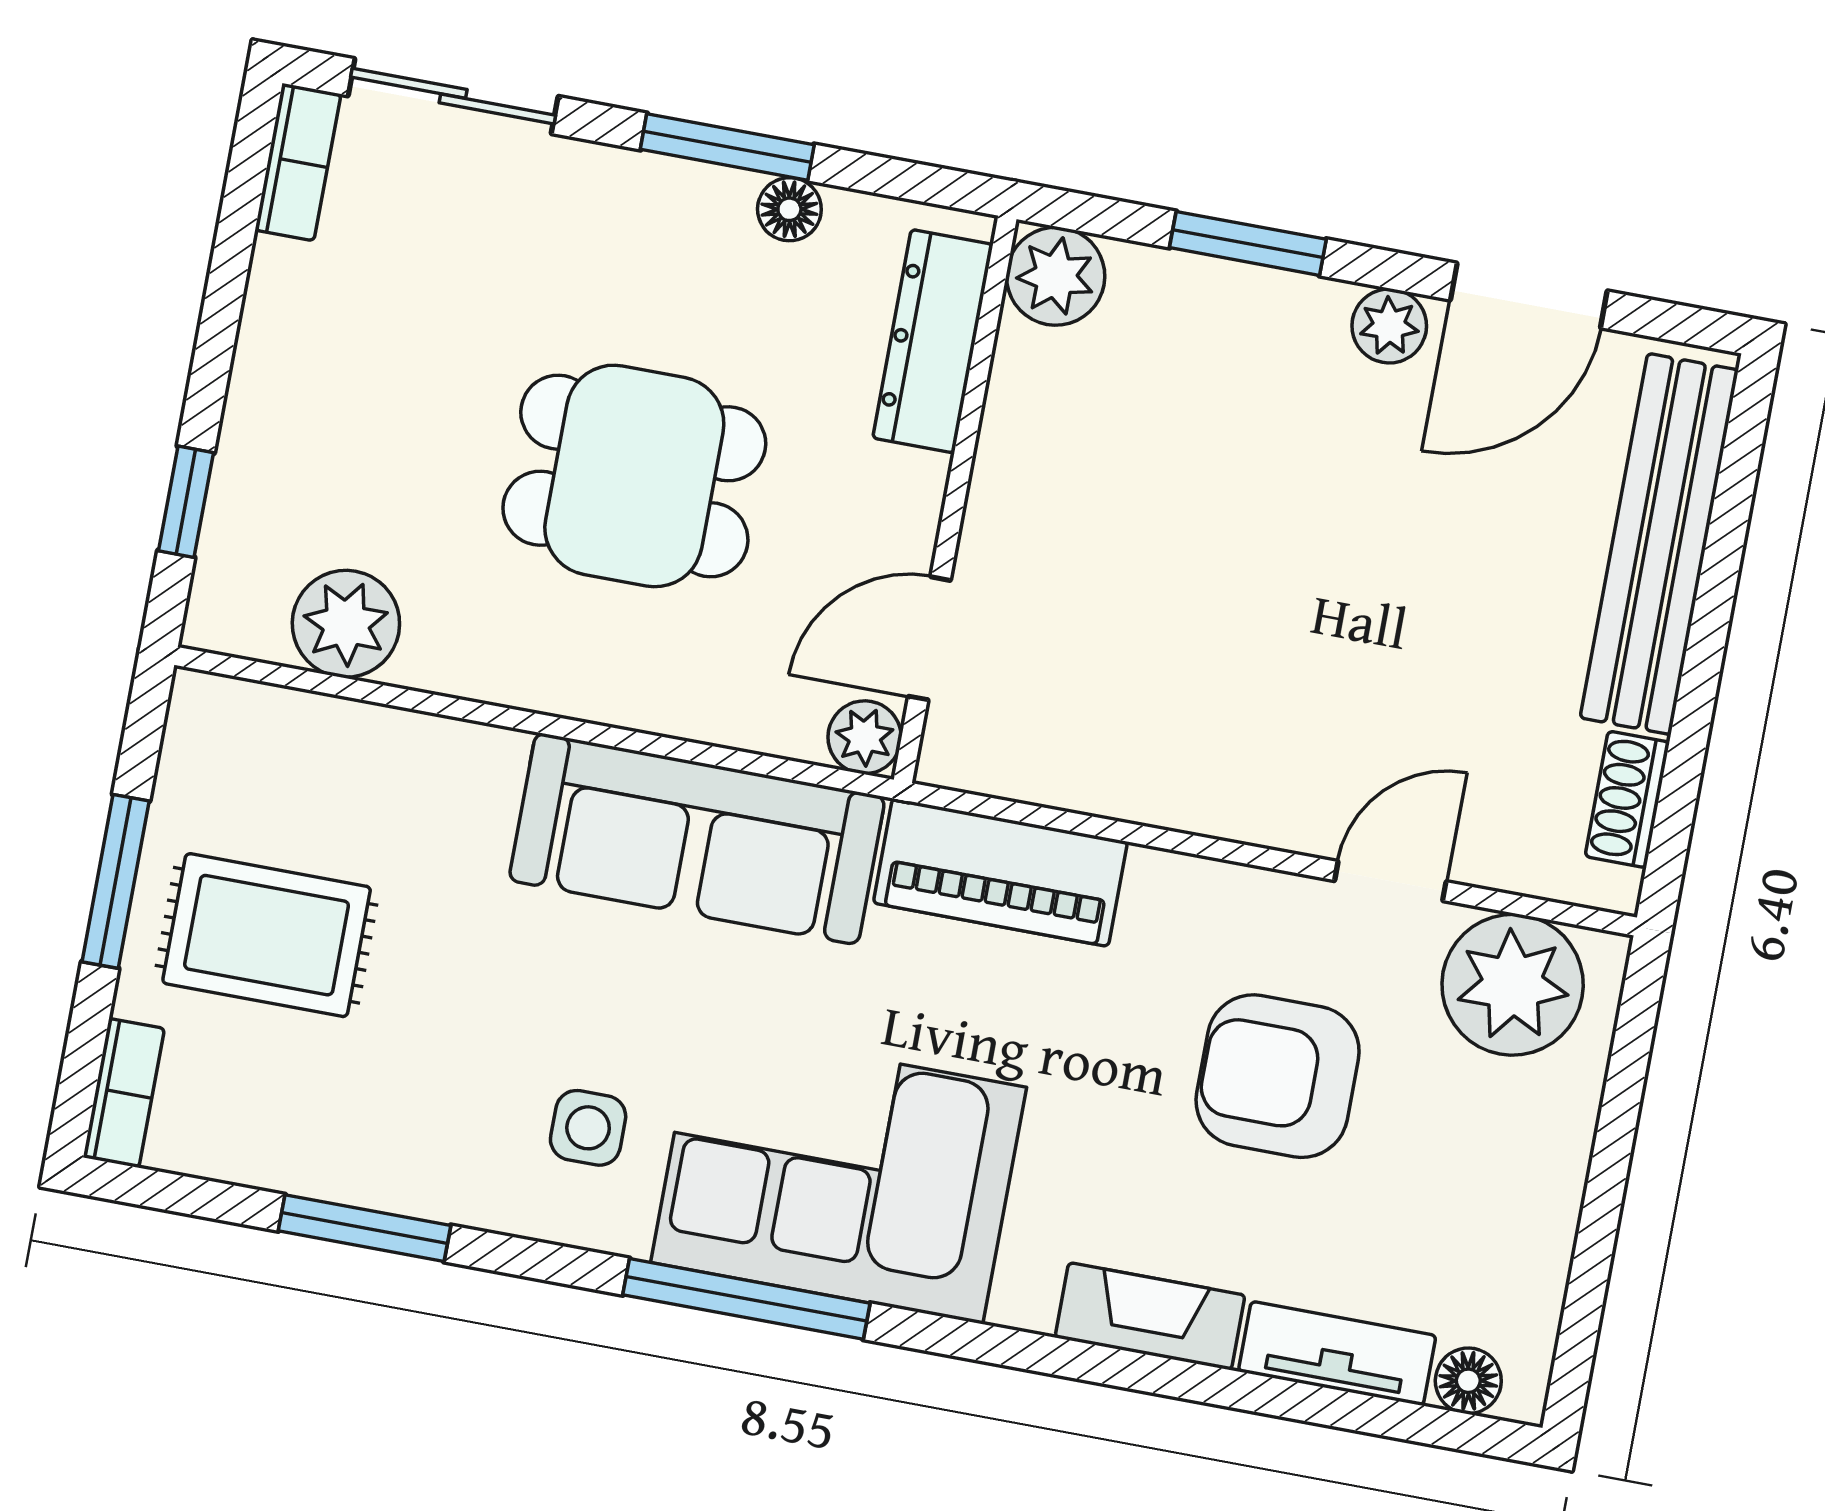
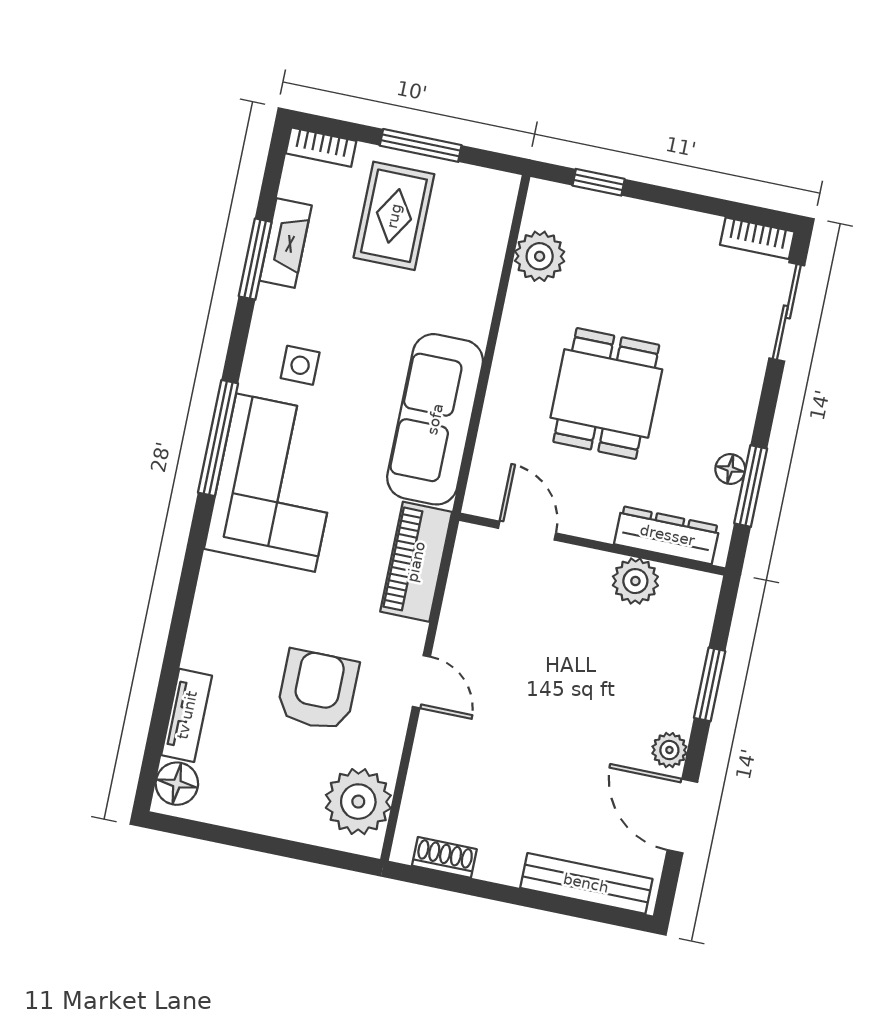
window: (727, 147) -> (751, 486), moved
plant: (1056, 276) -> (635, 581), moved
bench: (1659, 544) -> (586, 883), width x0.73, depth x0.82
plant: (865, 737) -> (481, 499), removed
door: (1390, 881) -> (421, 682), moved
fireplace: (1150, 1316) -> (286, 243), moved
floor lamp: (1468, 1381) -> (177, 784), width x1.37, depth x1.37

